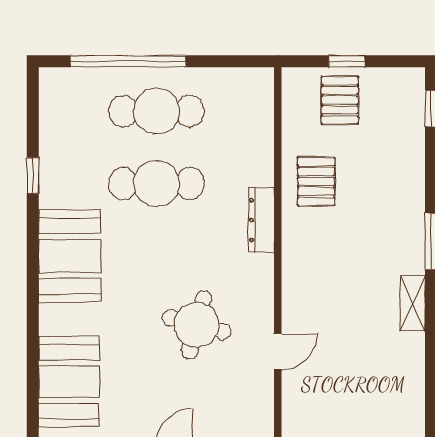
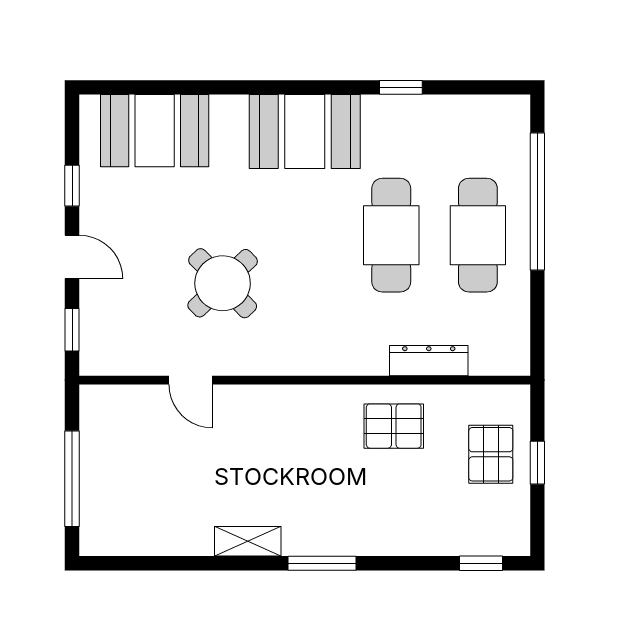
pallet: (340, 100) -> (491, 454), turned 90
dresser: (261, 220) -> (429, 361), moved
round table: (197, 325) -> (223, 283), turned 31

